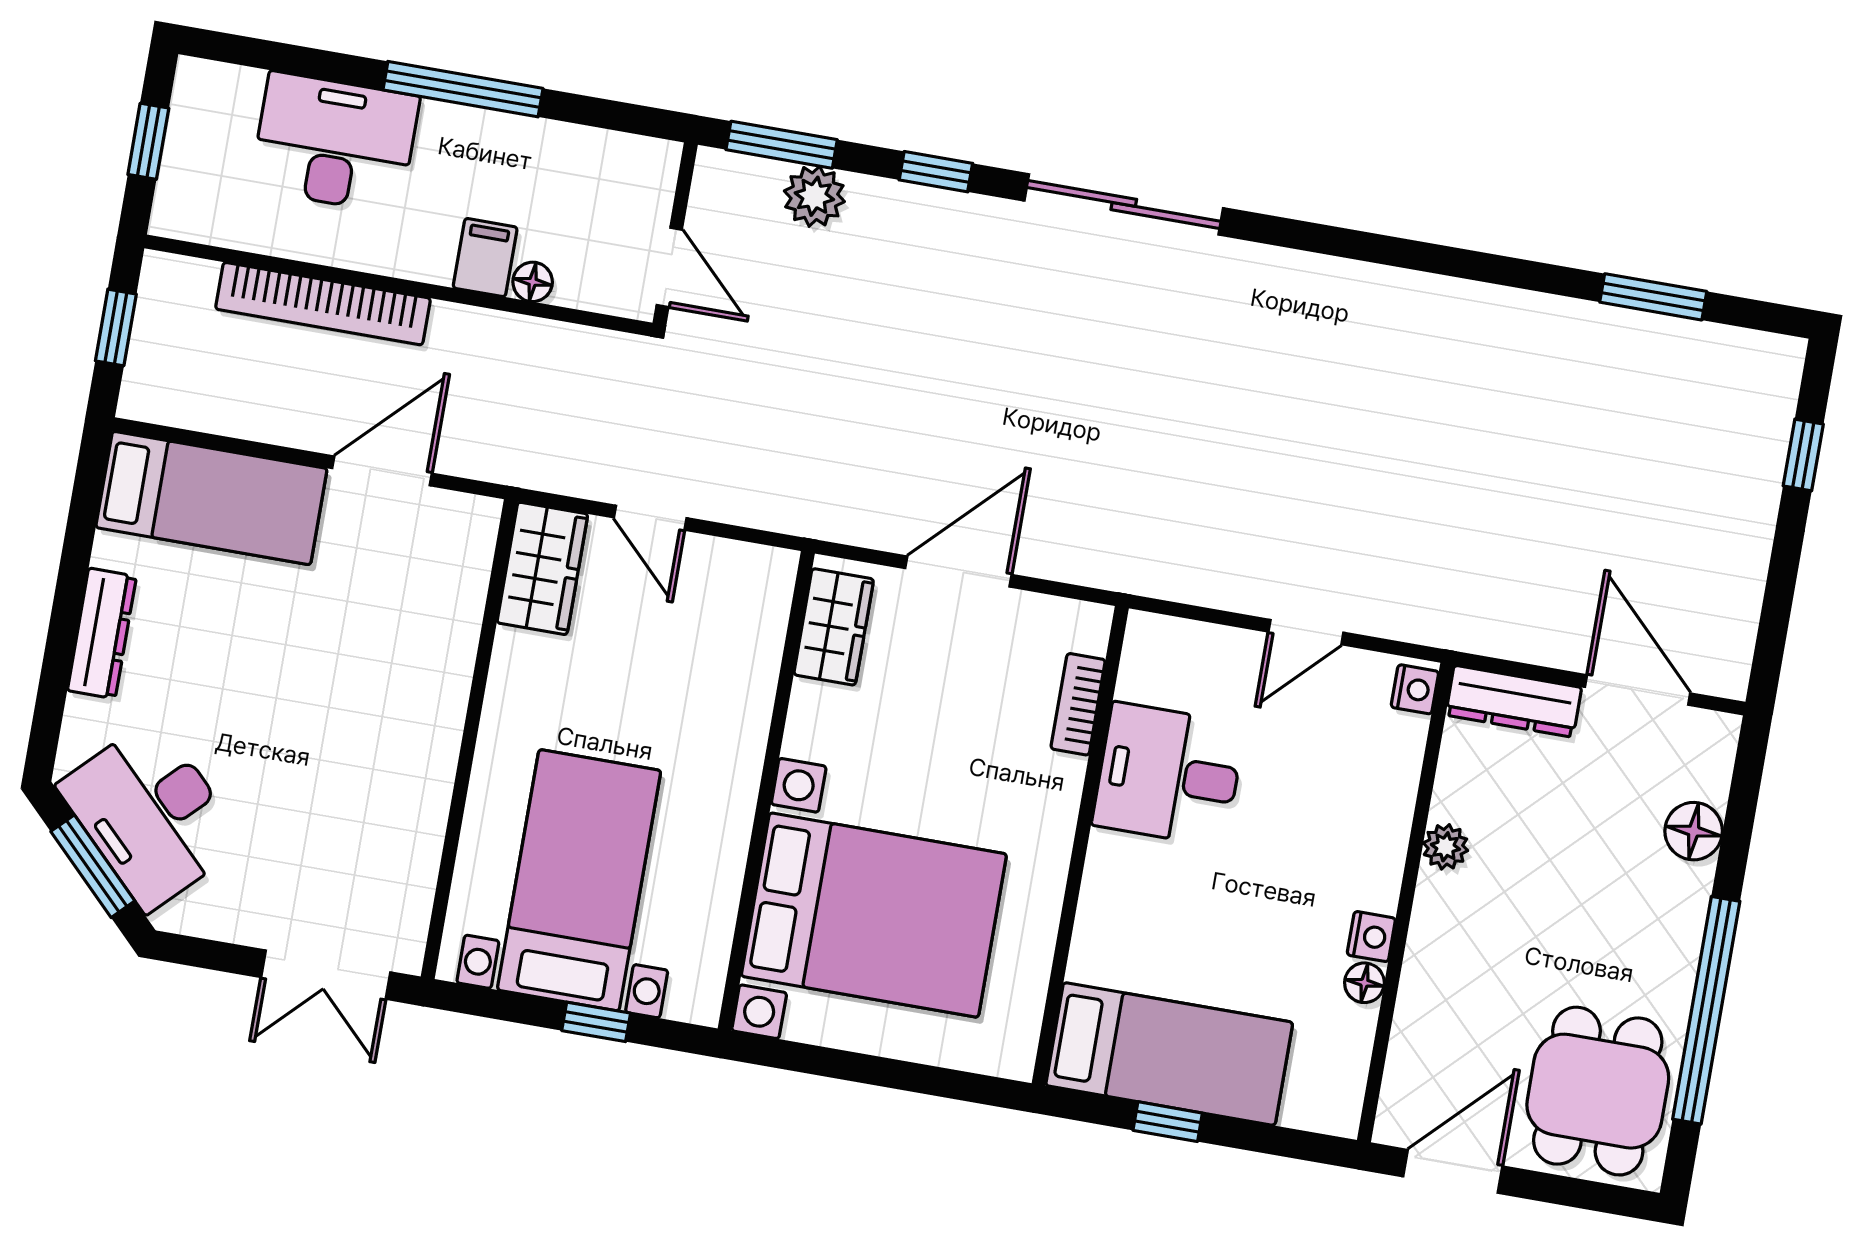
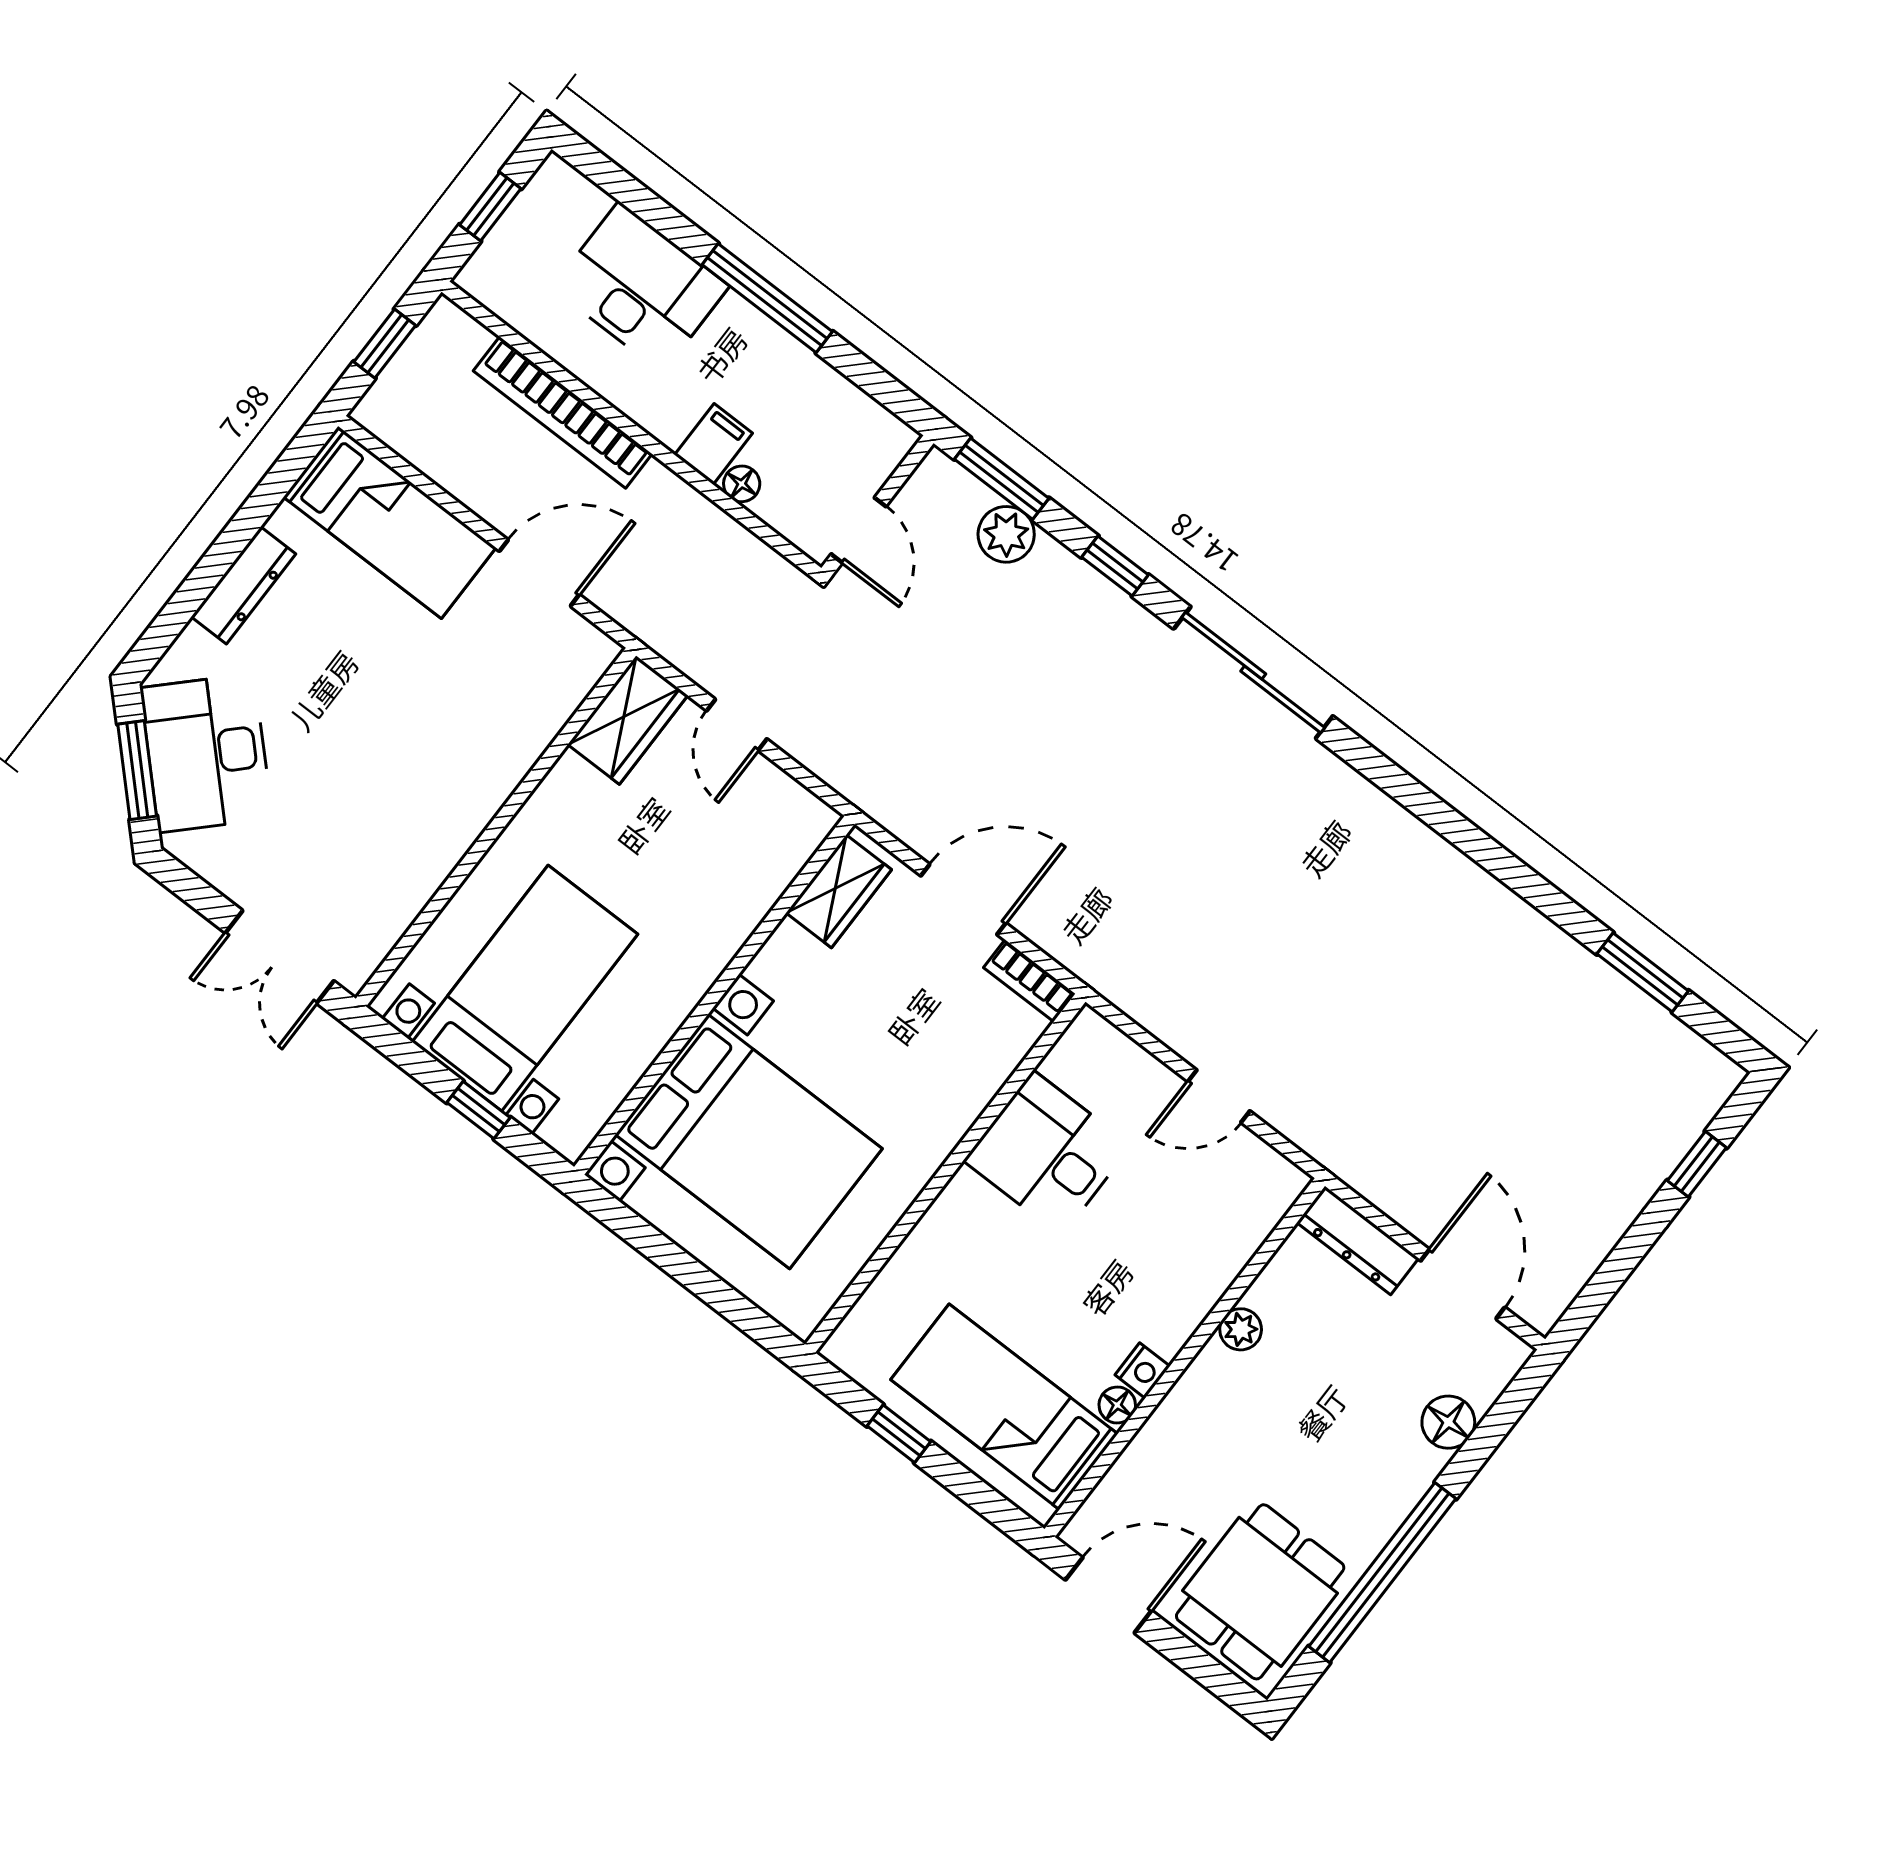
nightstand: (1415, 689) -> (1283, 1189), removed
bookcase: (1078, 704) -> (1029, 981), moved, turned -90
bed: (1169, 1054) -> (1004, 1407), moved, turned 180

